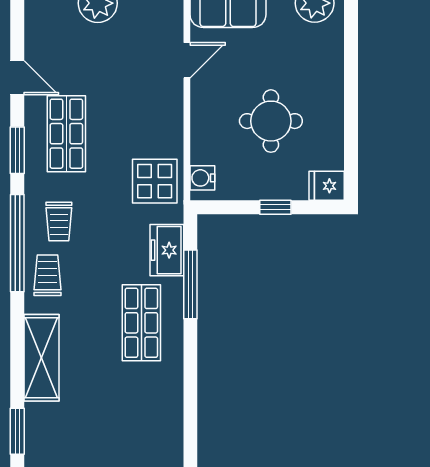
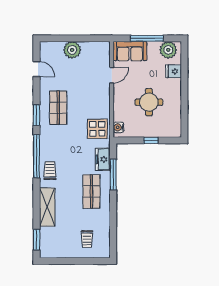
door: (17, 78) -> (36, 69), moved
fridge: (327, 186) -> (174, 71), moved
trolley: (59, 222) -> (87, 239), moved

